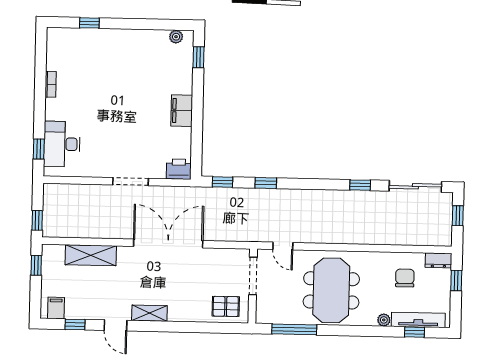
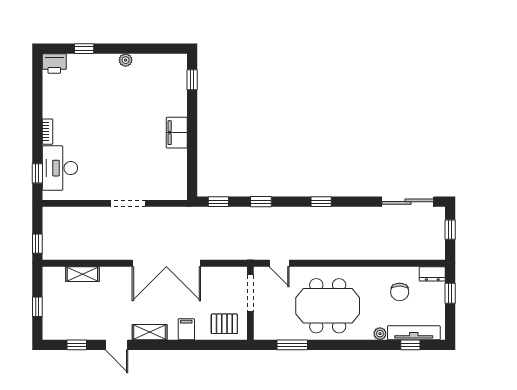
plant: (176, 37) -> (126, 60), moved
bookcase: (51, 84) -> (47, 132), moved
printer: (179, 169) -> (54, 63), moved, turned 180
window: (360, 185) -> (321, 202), moved
double door: (168, 243) -> (166, 263), swing flipped
shelving: (91, 255) -> (82, 274), width x0.67, depth x0.75
window: (36, 265) -> (37, 307), moved
chair: (405, 278) -> (400, 292), turned 180
meeting table: (331, 290) -> (328, 306), turned 90
filing cabinet: (56, 308) -> (186, 329), moved
window: (294, 329) -> (292, 345), width x0.69

